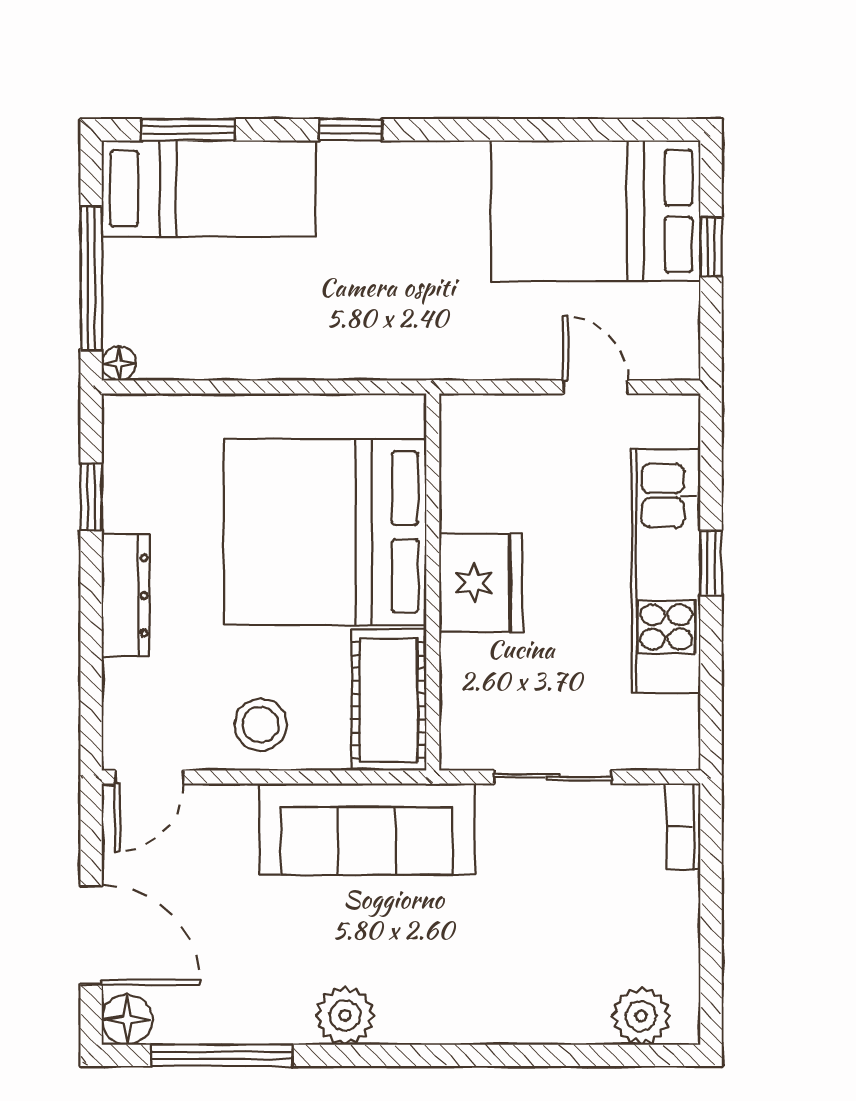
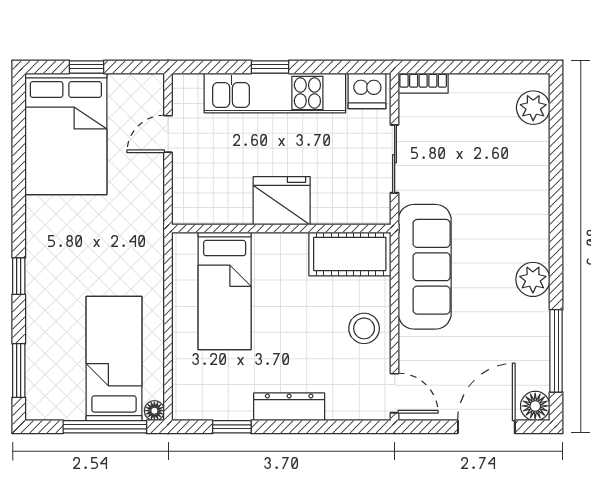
bed: (209, 188) -> (114, 359), moved
bed: (325, 532) -> (225, 291), width x0.49
dishwasher: (670, 730) -> (367, 91), added

